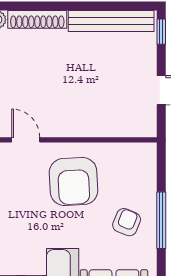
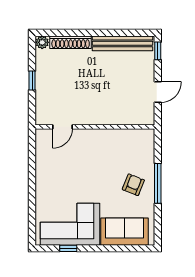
door: (26, 140) -> (62, 127), swing flipped
armchair: (74, 182) -> (96, 156), removed

